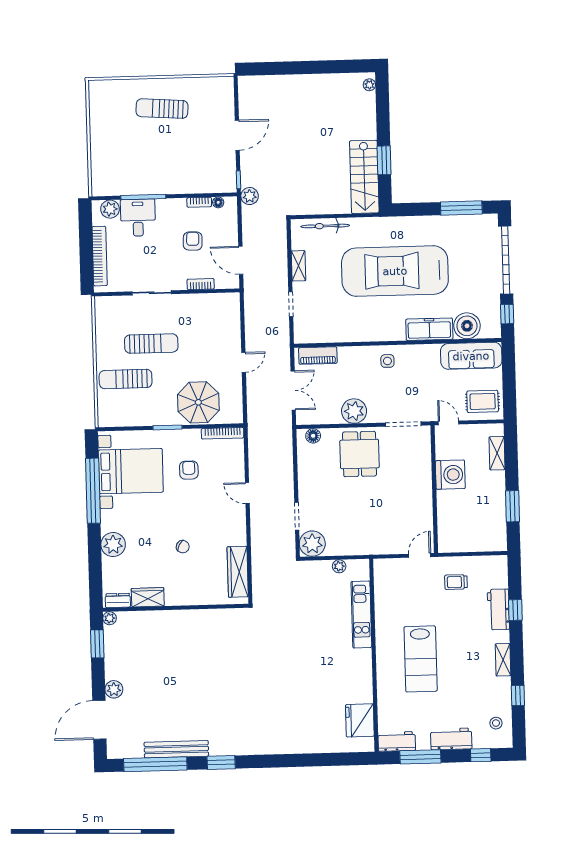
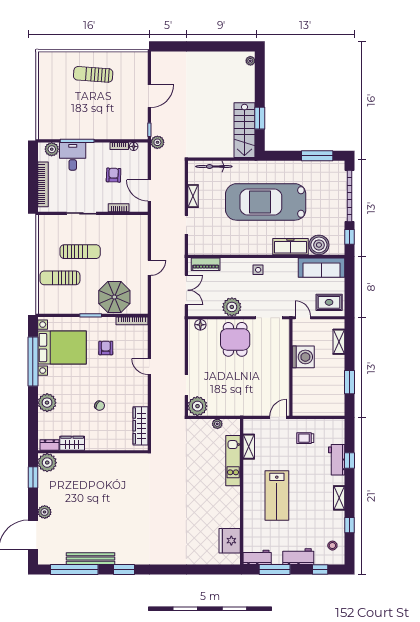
shelving: (382, 595) -> (249, 447), added
plant: (110, 618) -> (47, 463), width x1.87, depth x1.87

